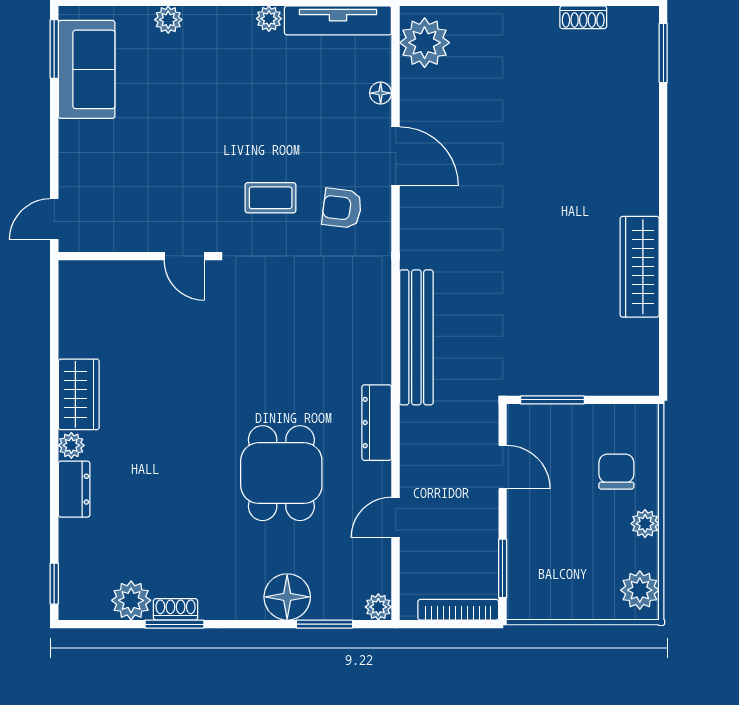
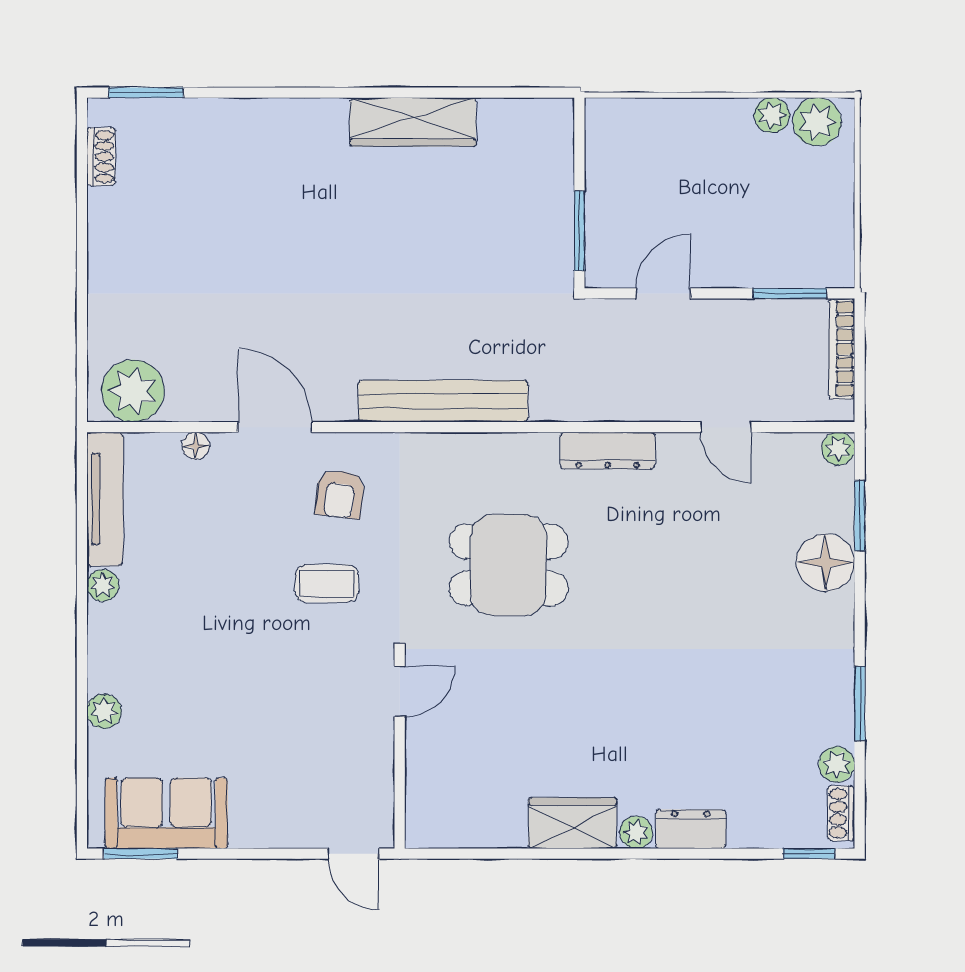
shoe rack: (583, 17) -> (101, 157), moved
door: (396, 156) -> (275, 427), hinge flipped
coffee table: (271, 198) -> (327, 583), turned 90
bench: (416, 337) -> (443, 401), moved
chair: (616, 472) -> (669, 151), removed
dining table: (281, 473) -> (509, 565), moved
plant: (645, 524) -> (772, 115), moved
plant: (131, 600) -> (837, 764), width x0.73, depth x0.73
shoe rack: (176, 609) -> (841, 813), moved

